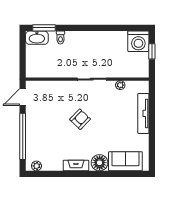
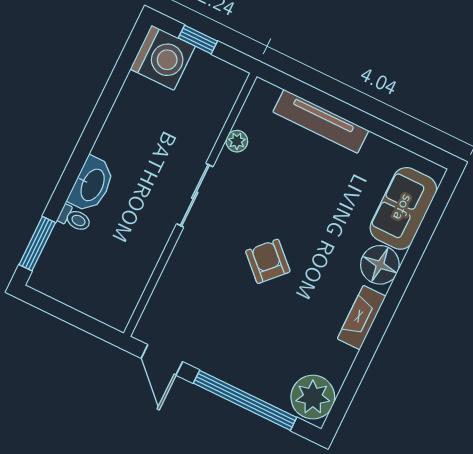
washbasin: (37, 38) -> (92, 185), moved
plant: (36, 166) -> (313, 397), width x1.88, depth x1.88

